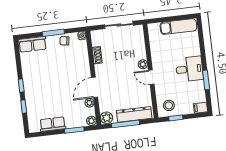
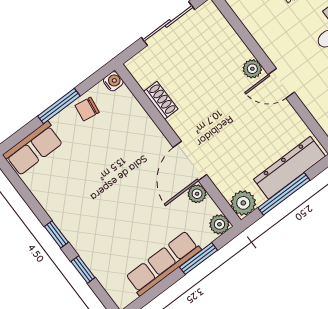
row of seats: (53, 124) -> (163, 263), width x1.48

